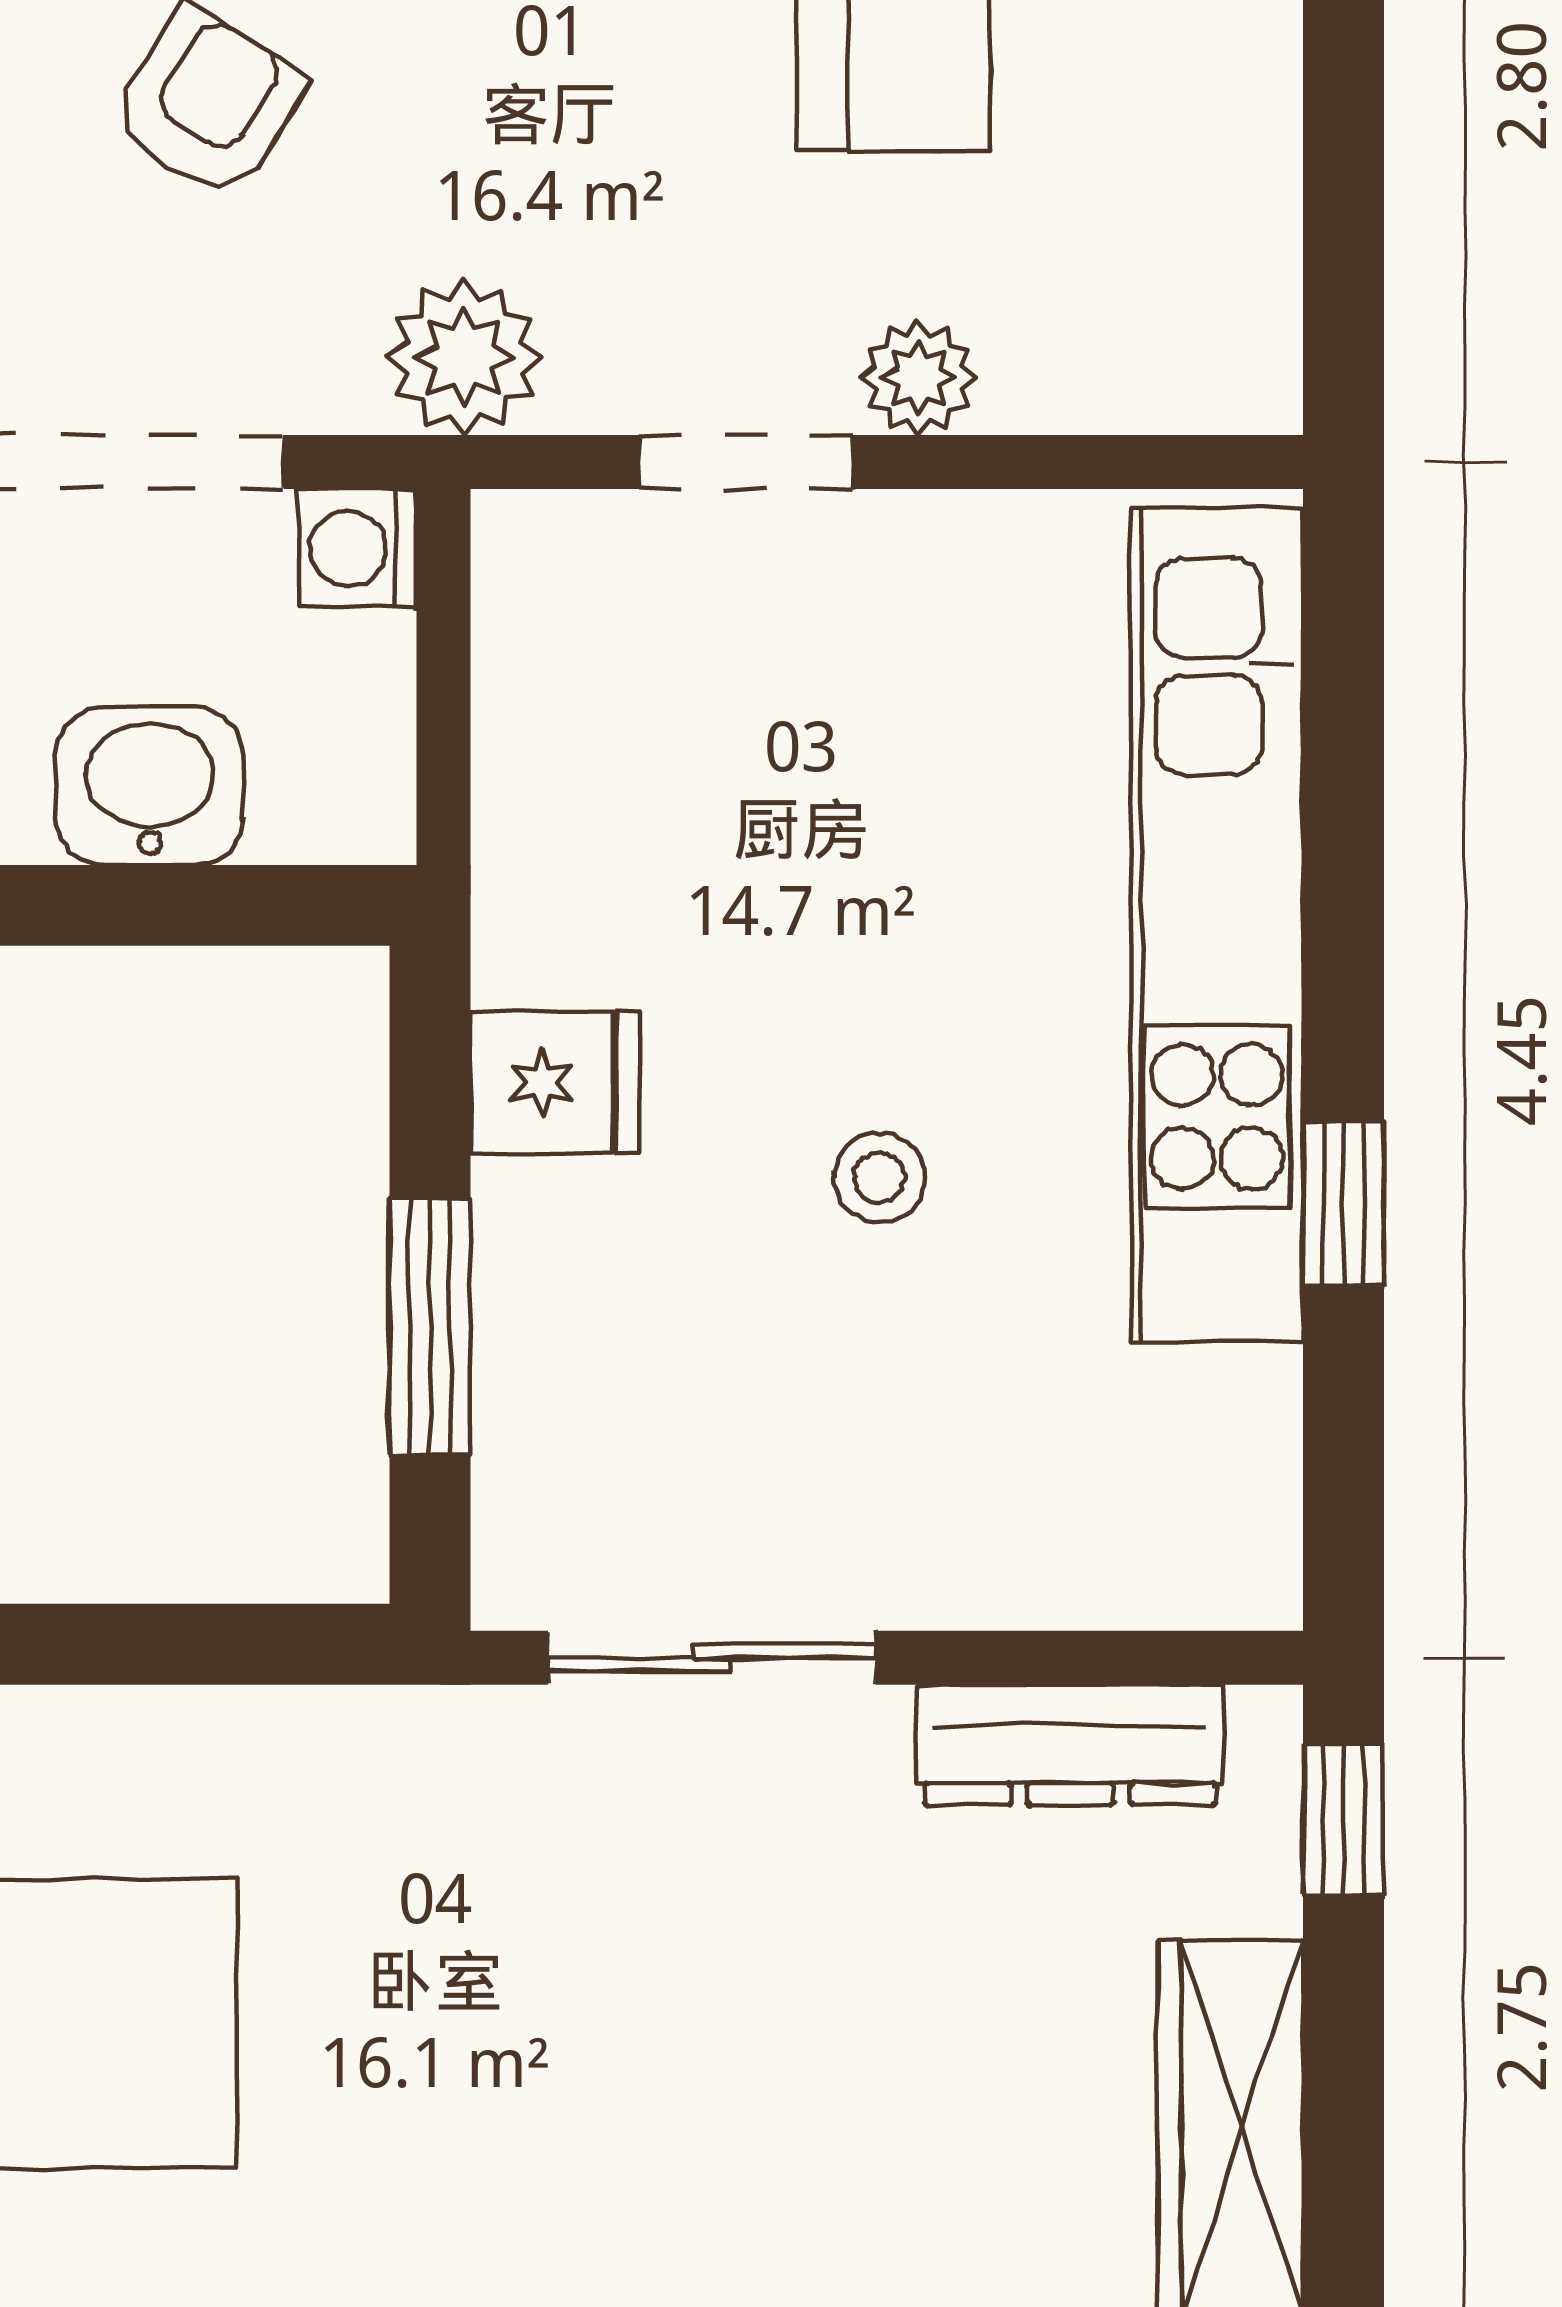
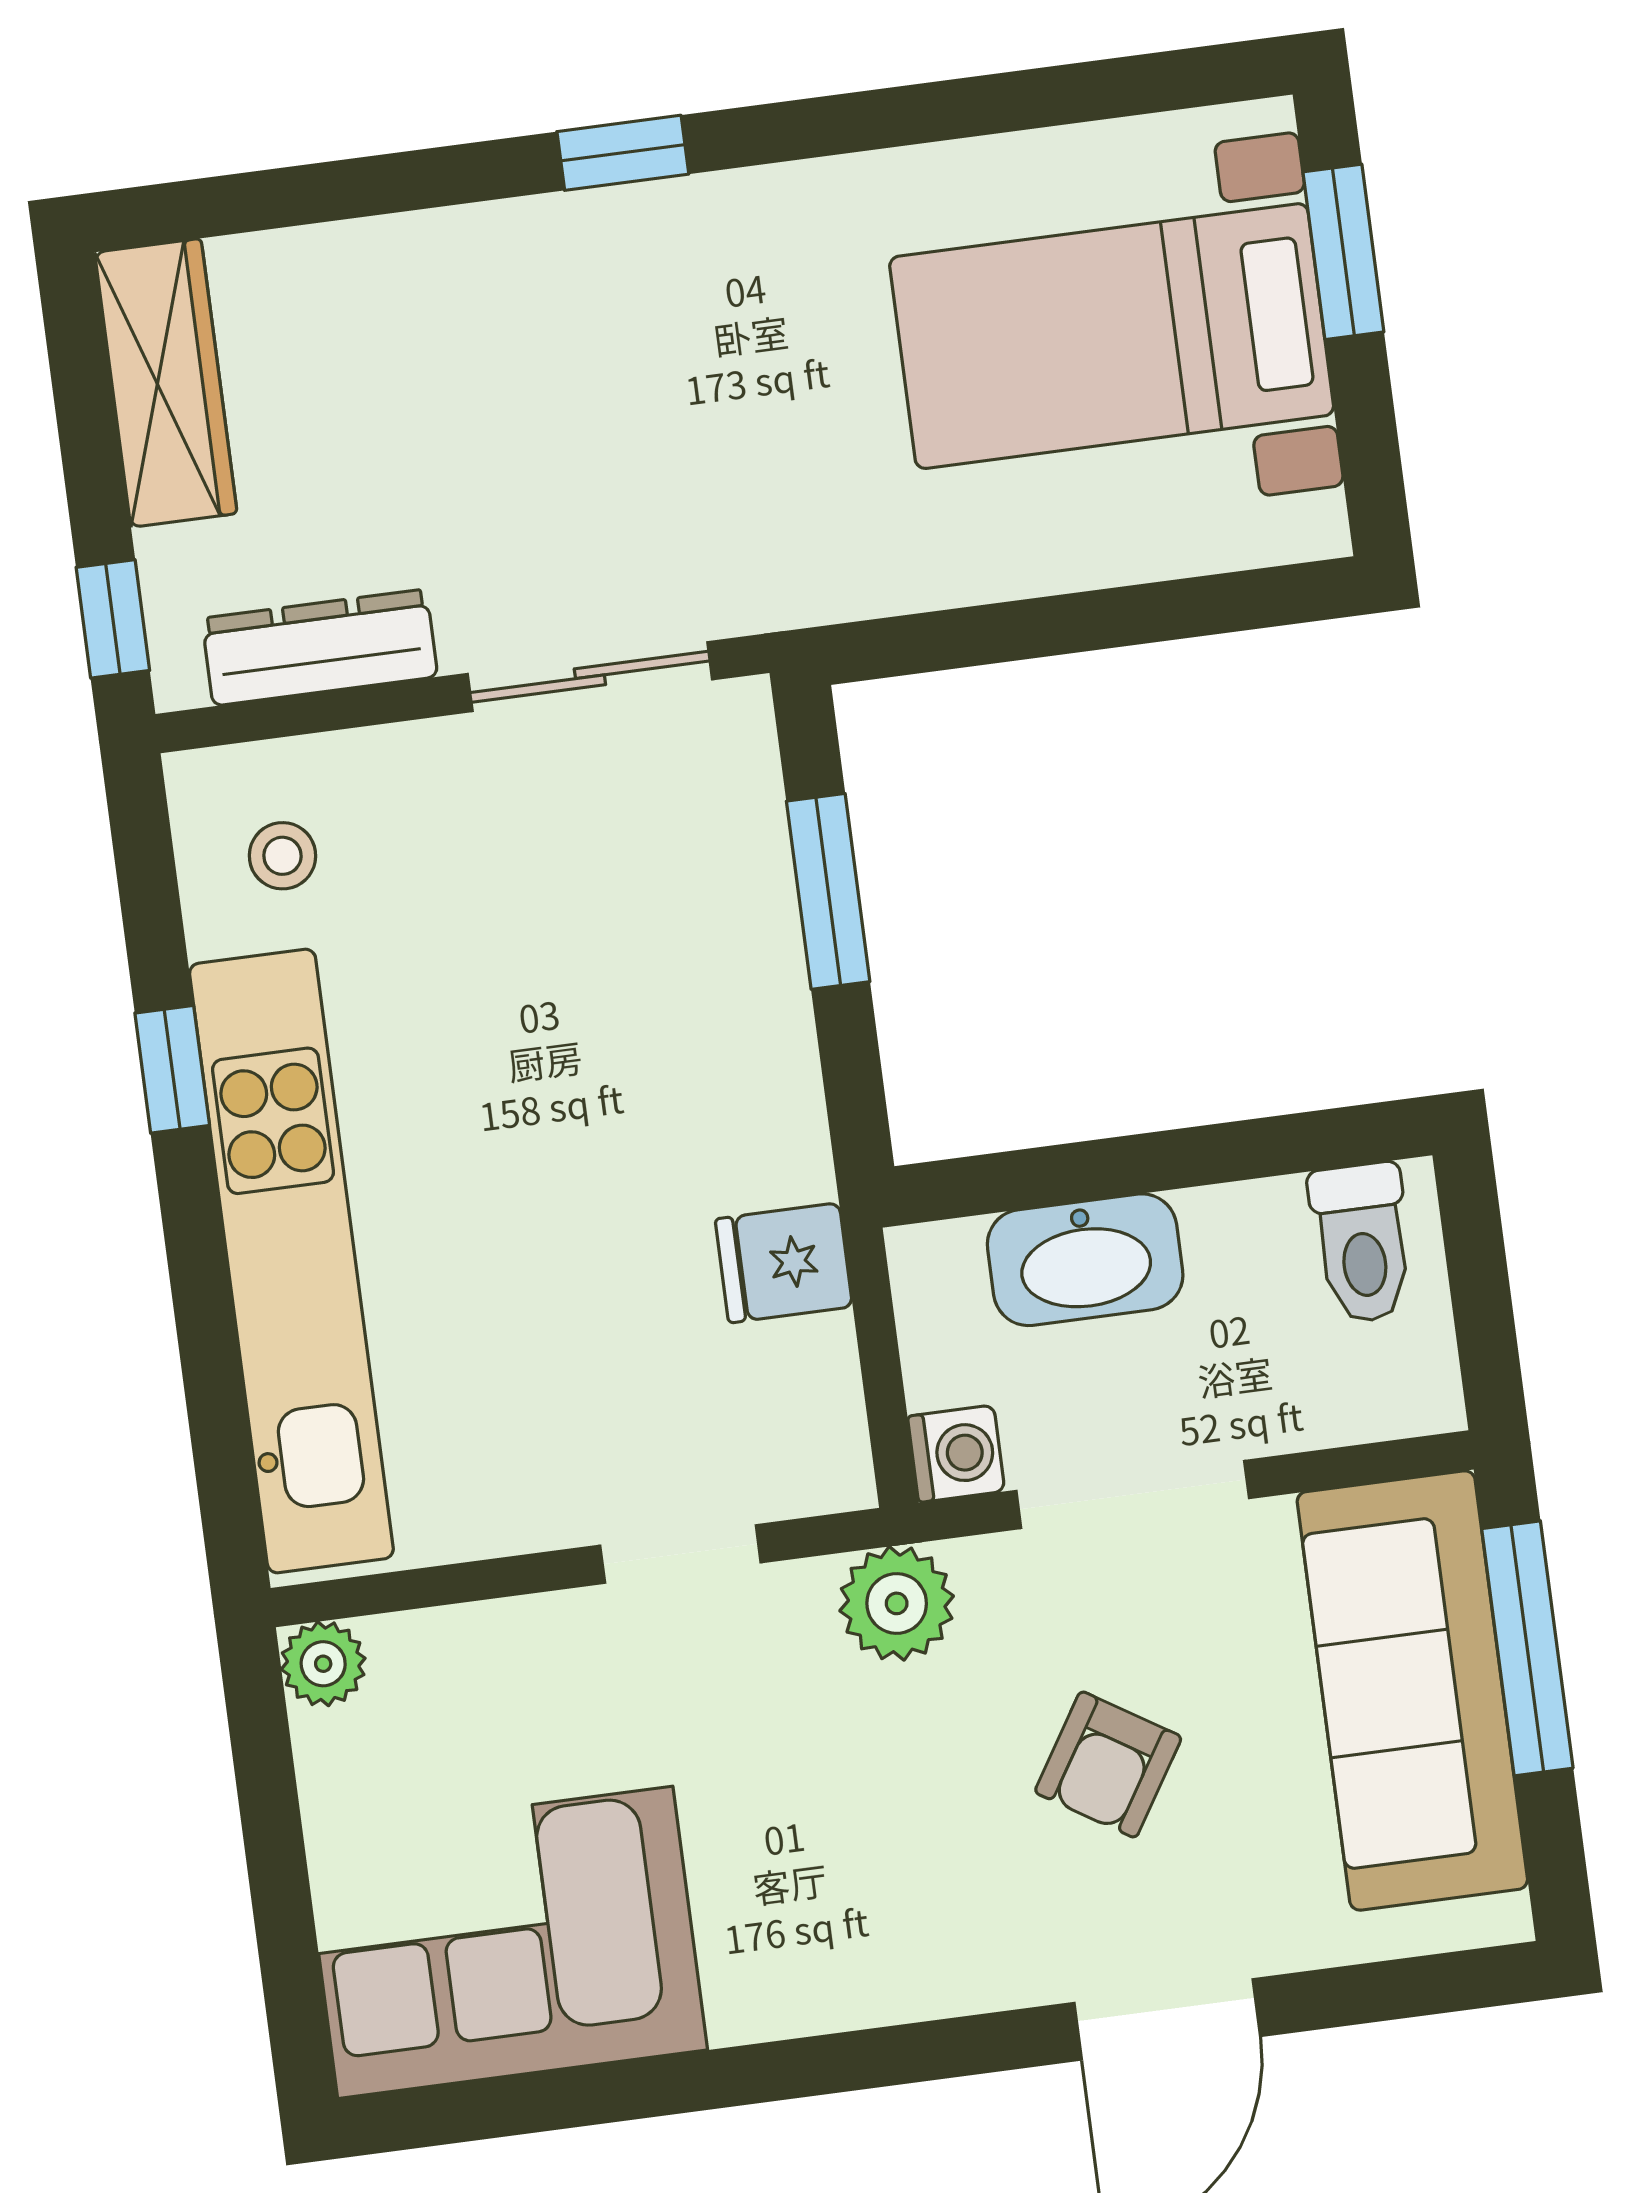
plant: (918, 378) -> (323, 1664), moved
washbasin: (150, 786) -> (1085, 1260), width x1.38
fridge: (555, 1082) -> (784, 1263), moved
stool: (879, 1178) -> (282, 856), moved

